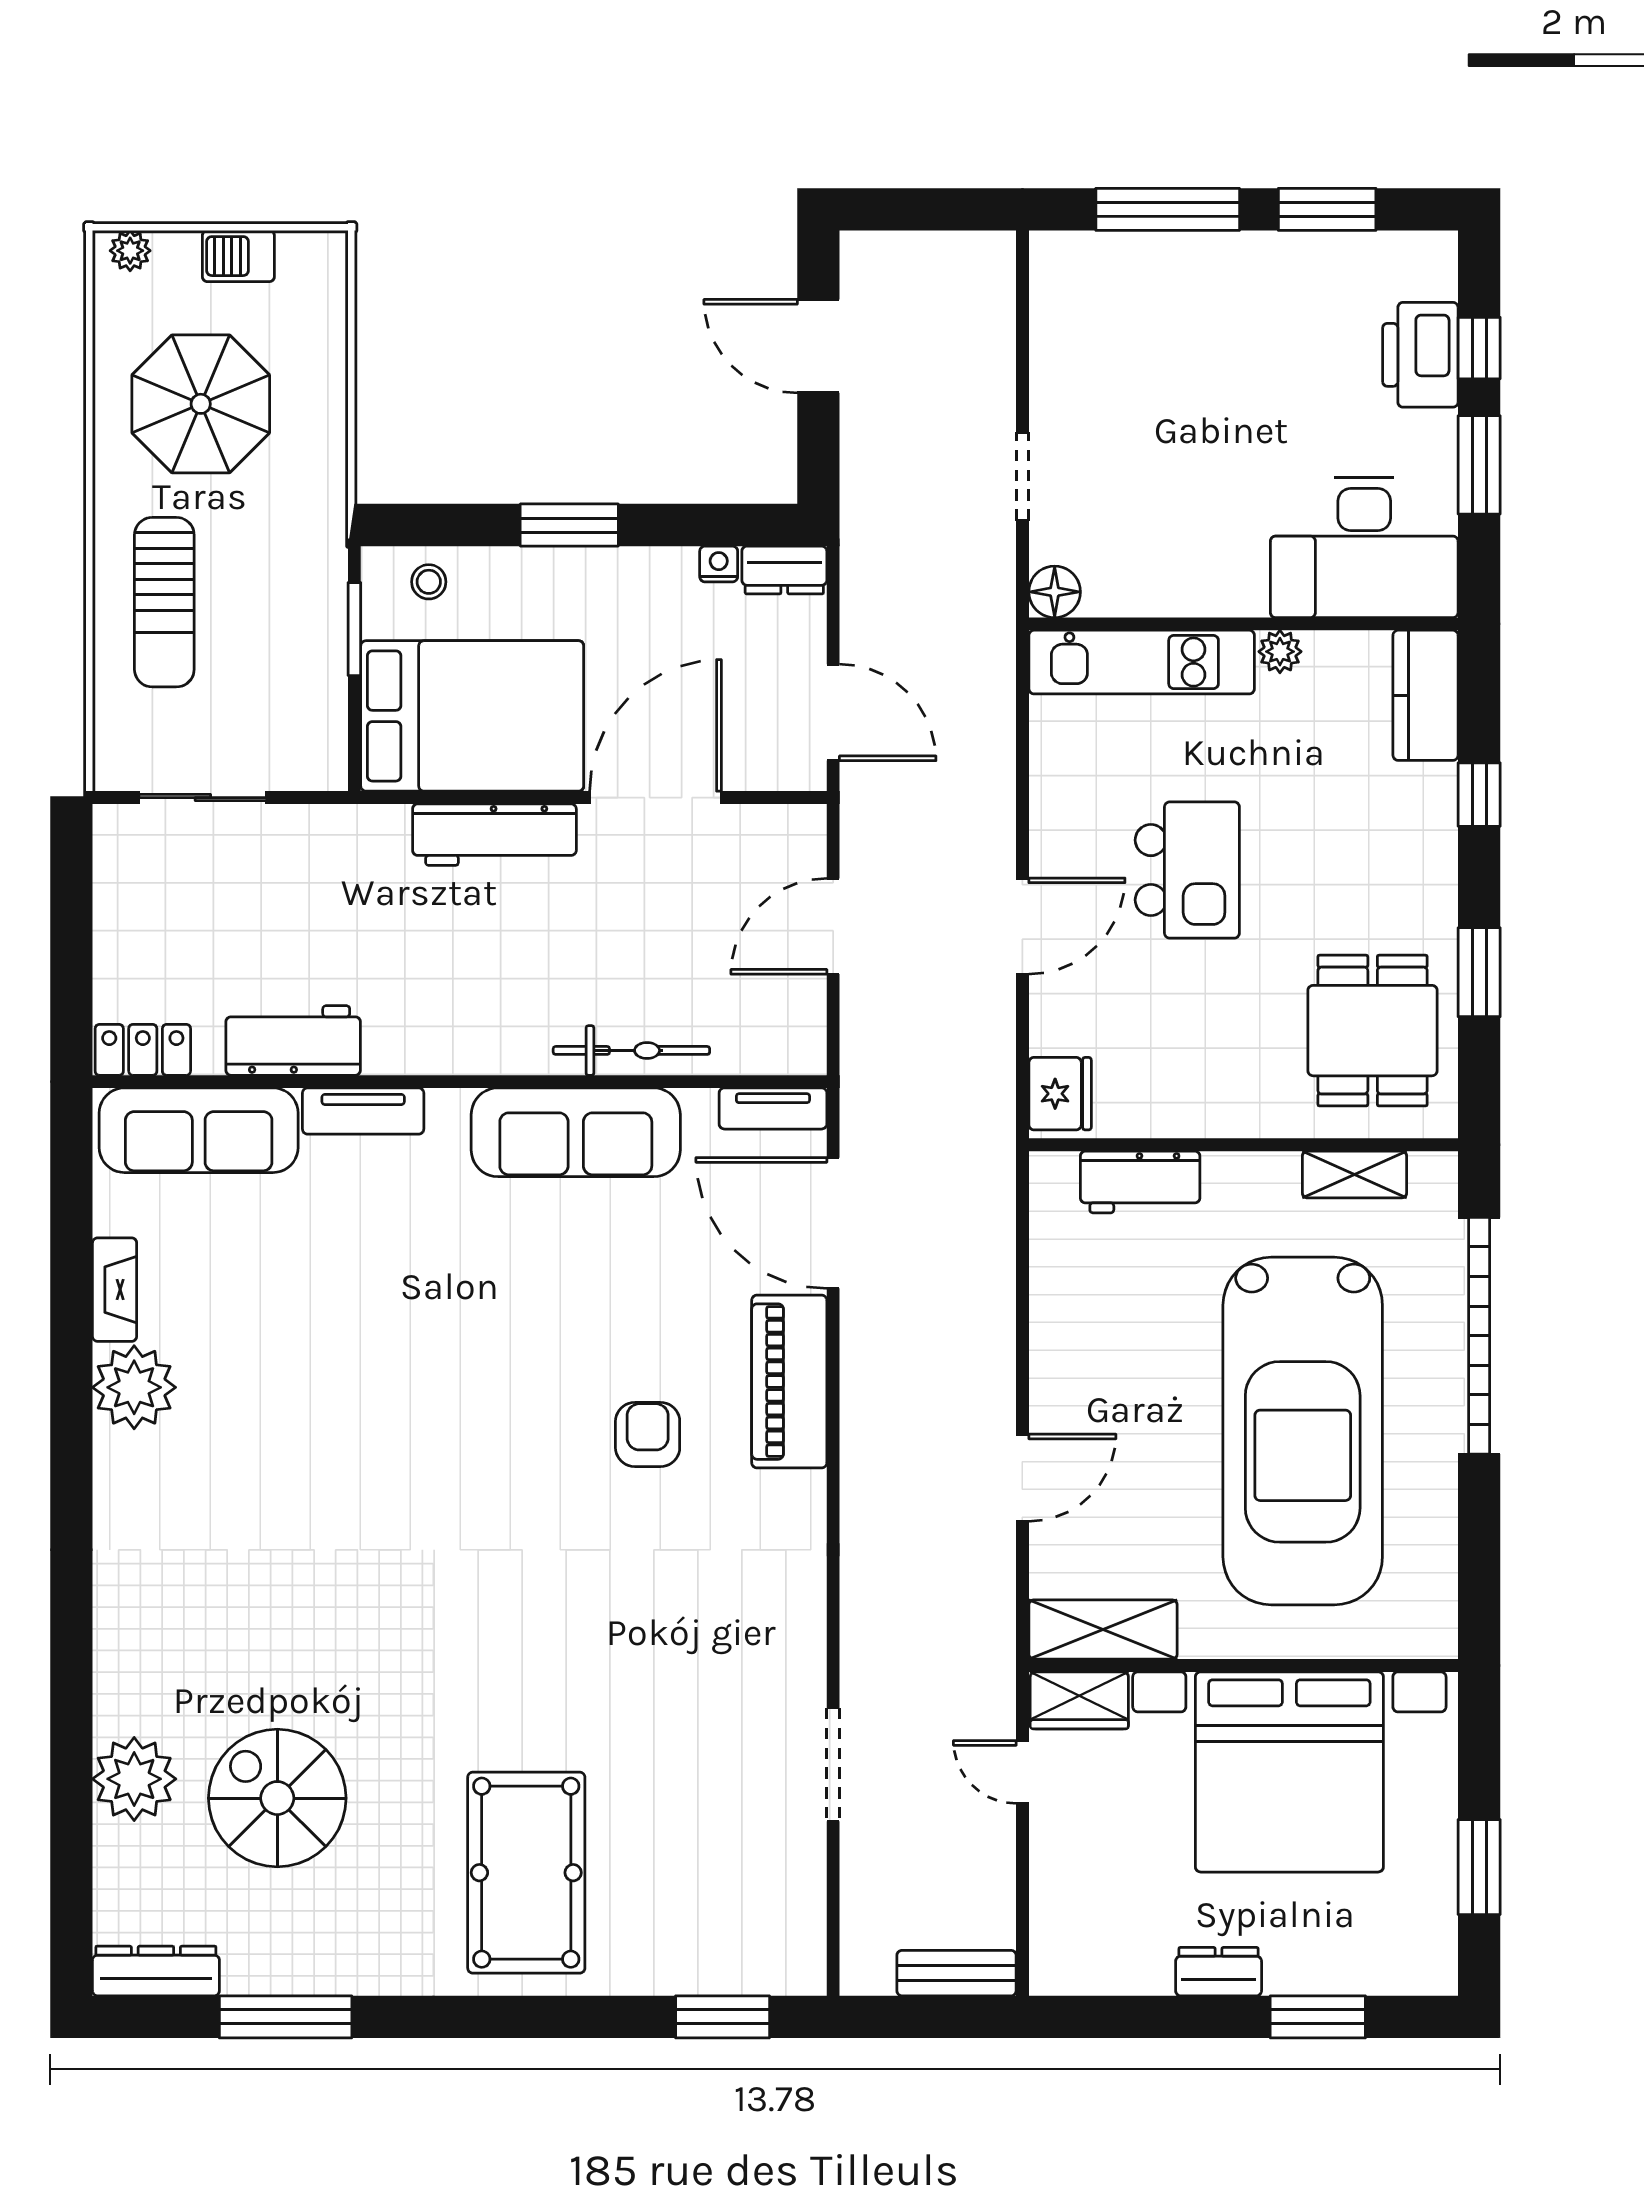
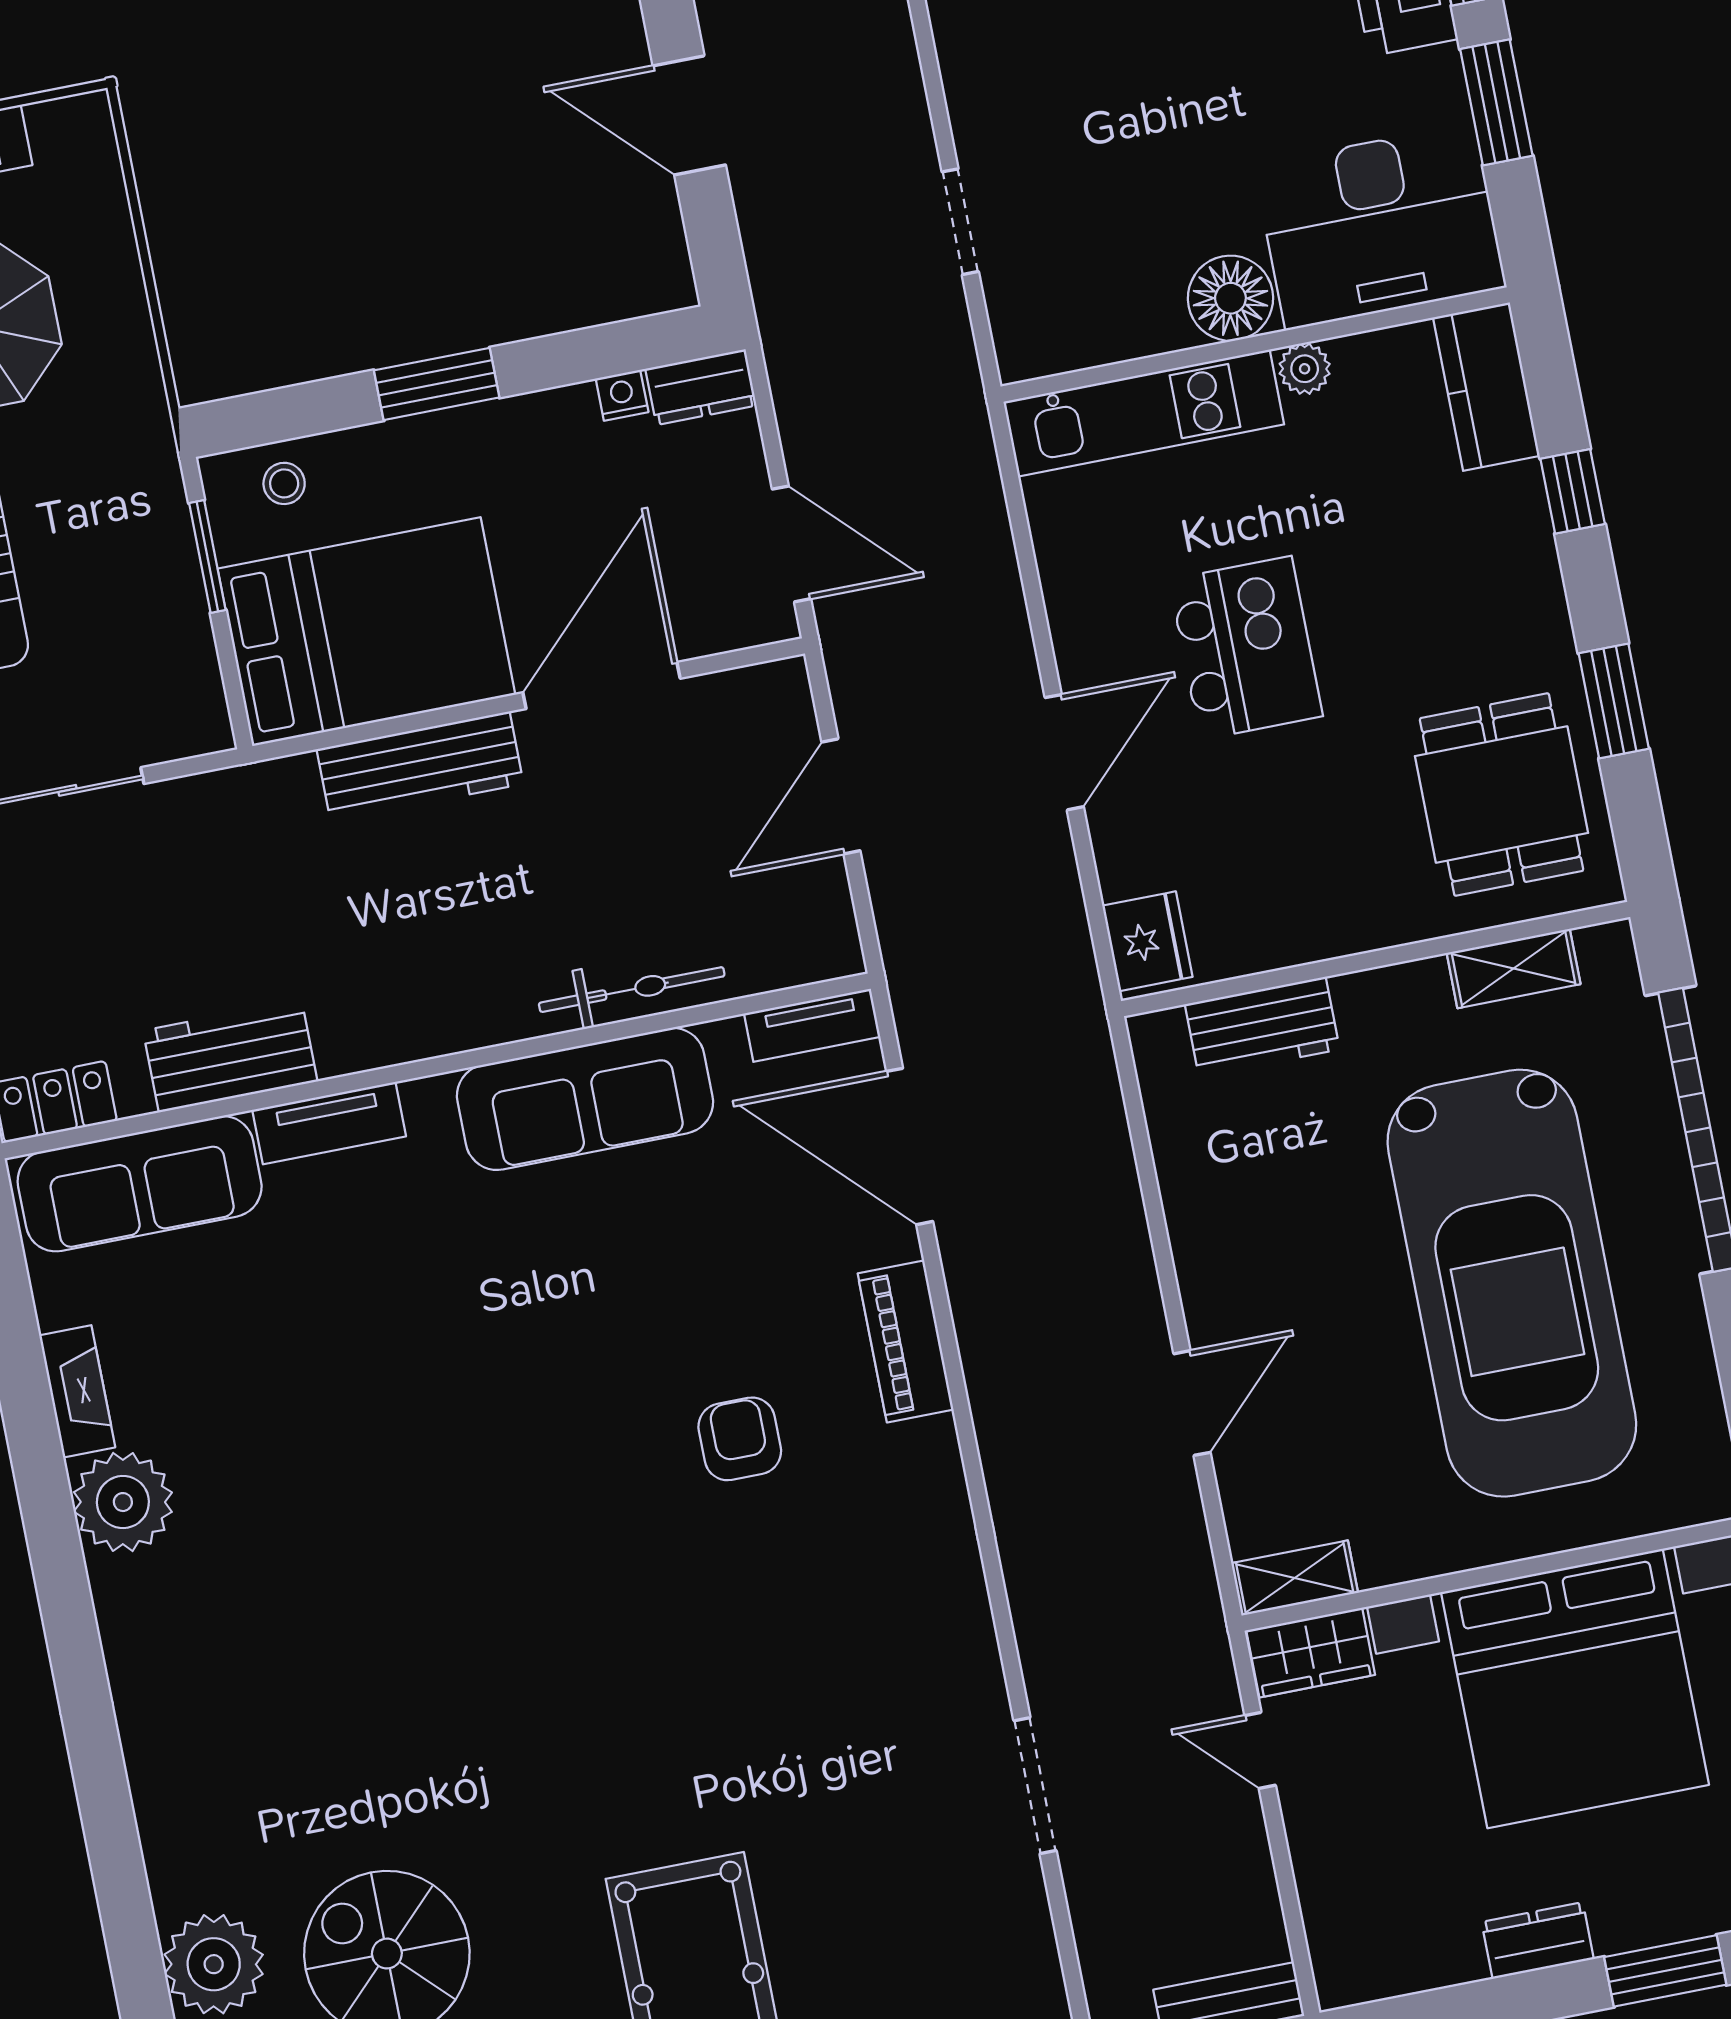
floor lamp: (1055, 592) -> (1230, 298), moved, width x1.38, depth x1.38
piano: (789, 1382) -> (905, 1341), width x0.73, depth x0.75
shelving: (1103, 1629) -> (1295, 1578), width x0.67, depth x0.75

